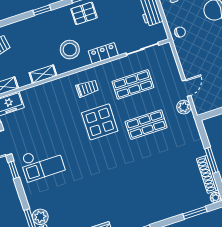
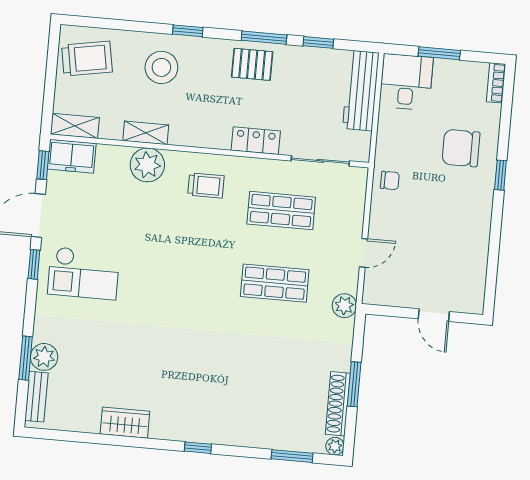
chair: (180, 32) -> (390, 180), moved
stool: (70, 50) -> (161, 67), moved
plant: (51, 91) -> (147, 165), added
plant: (184, 107) -> (344, 306), moved
display table: (100, 122) -> (203, 247), removed

